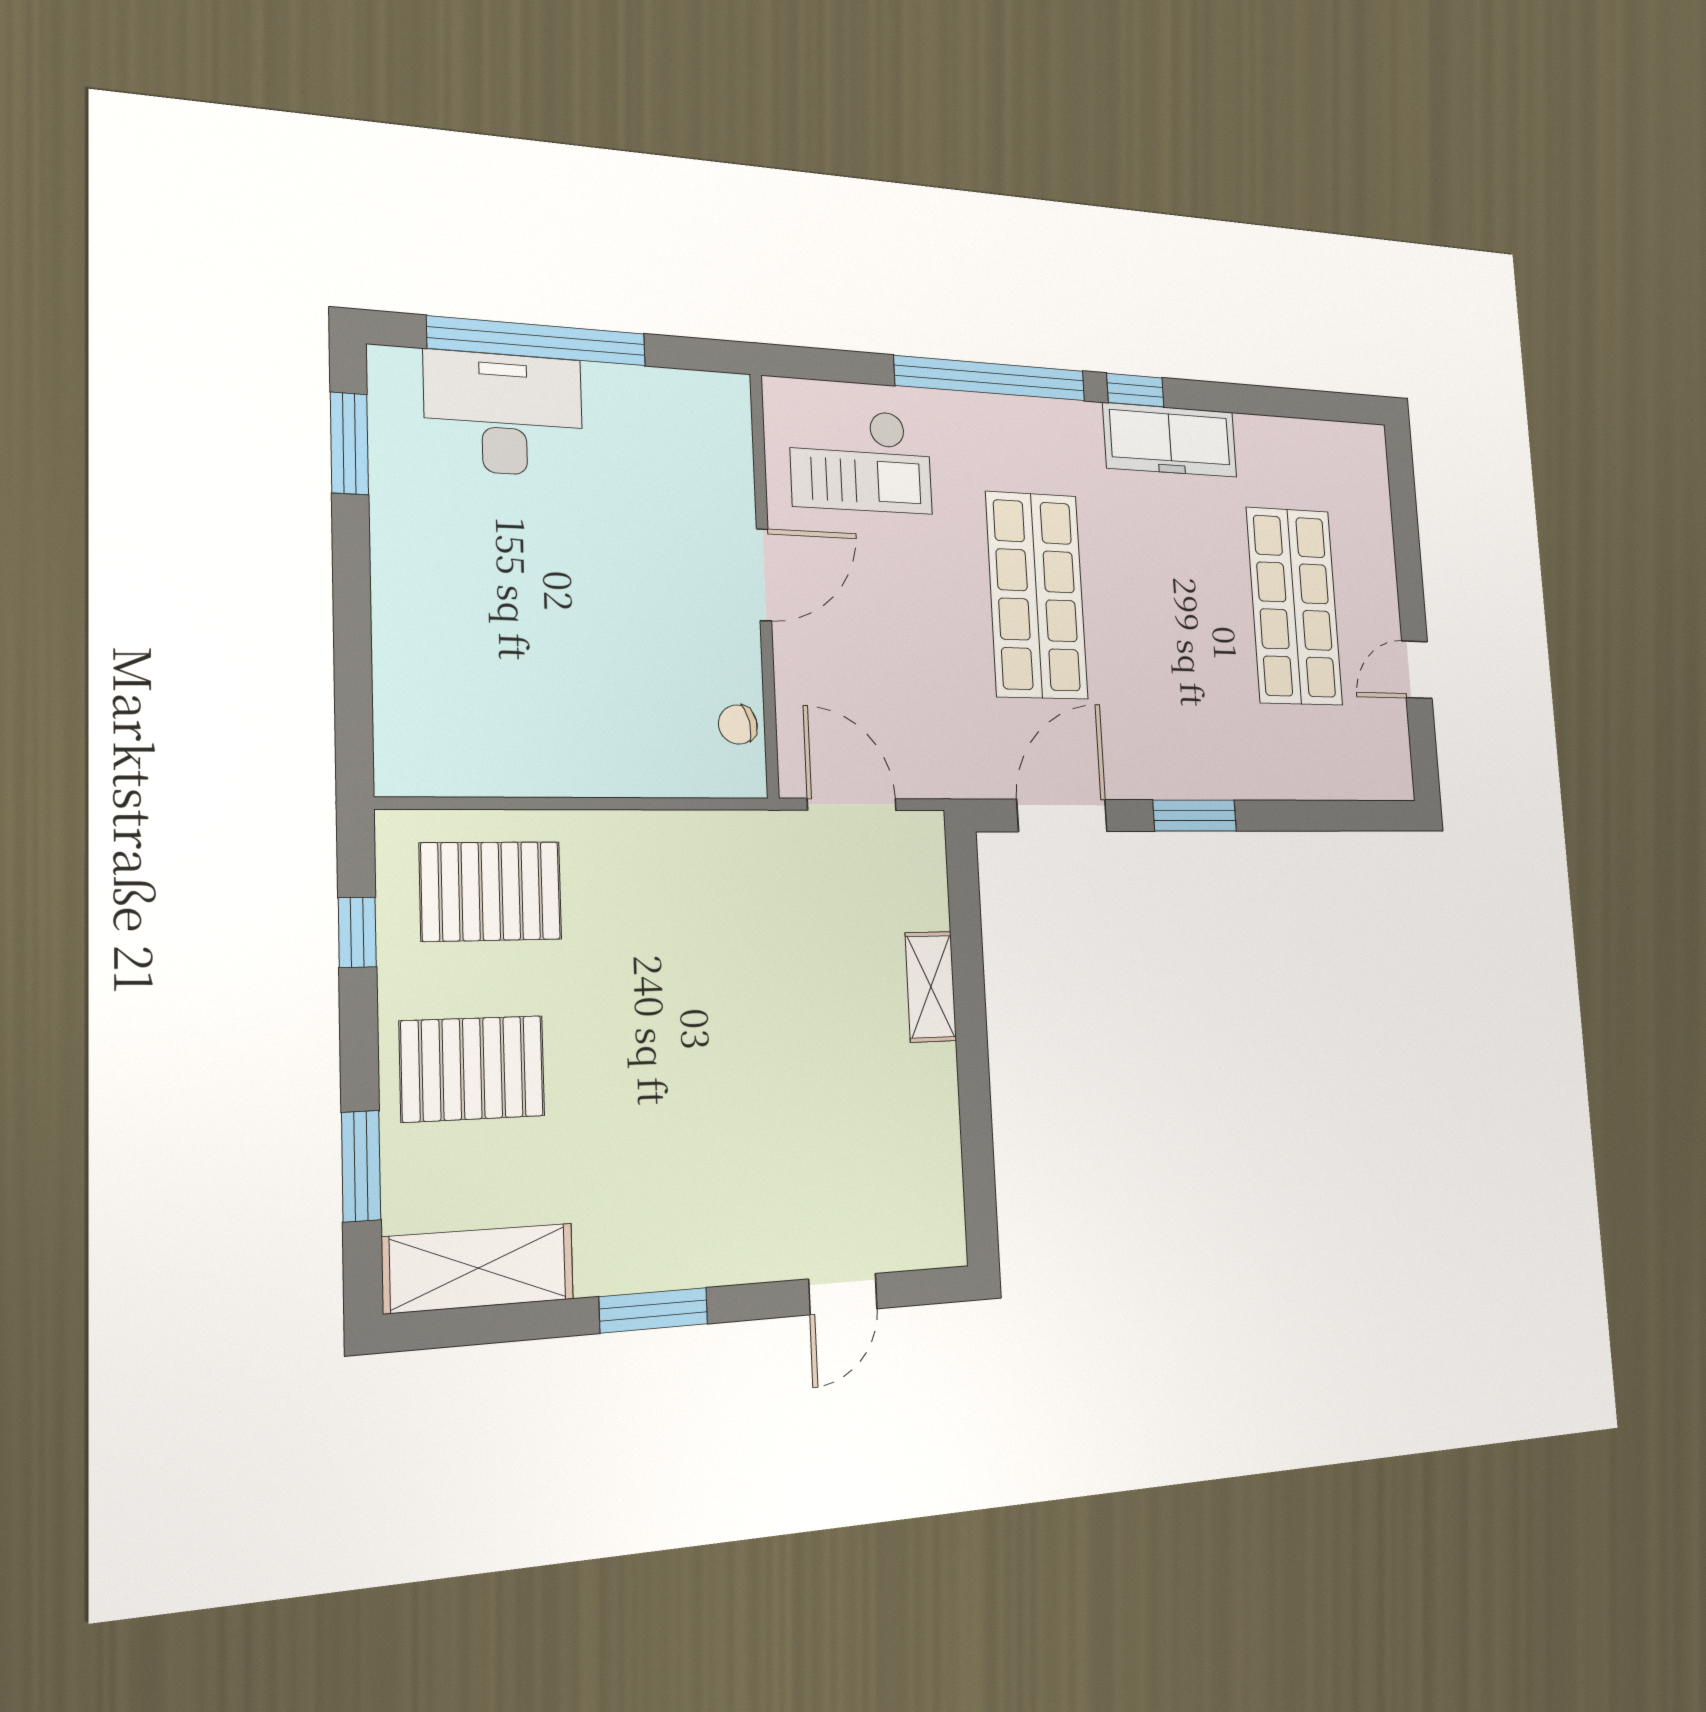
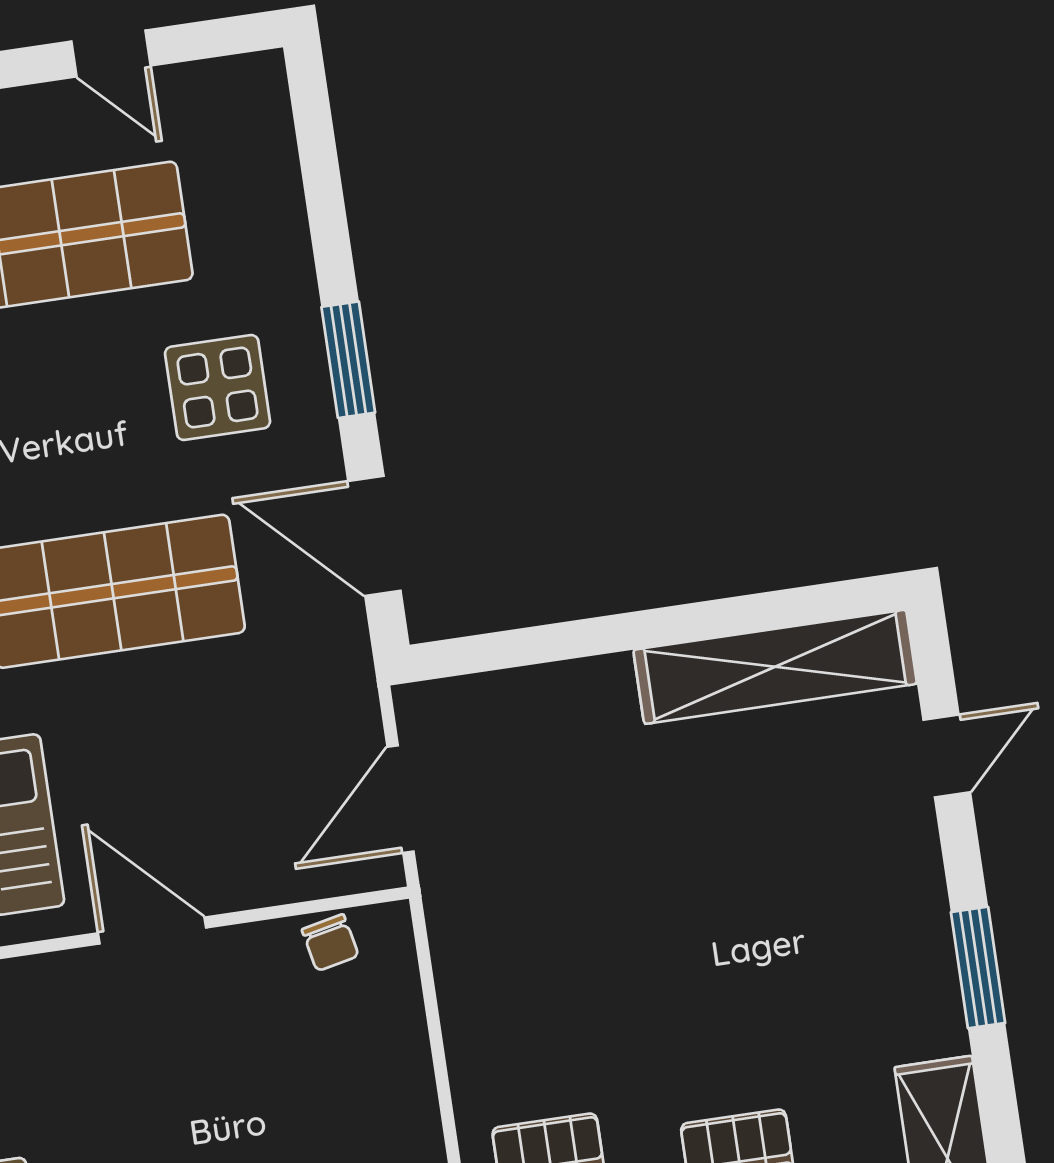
display table: (1181, 708) -> (218, 387), added
shelving: (931, 987) -> (775, 667), moved, width x2.20, depth x1.33
door: (843, 1294) -> (947, 756), hinge flipped

